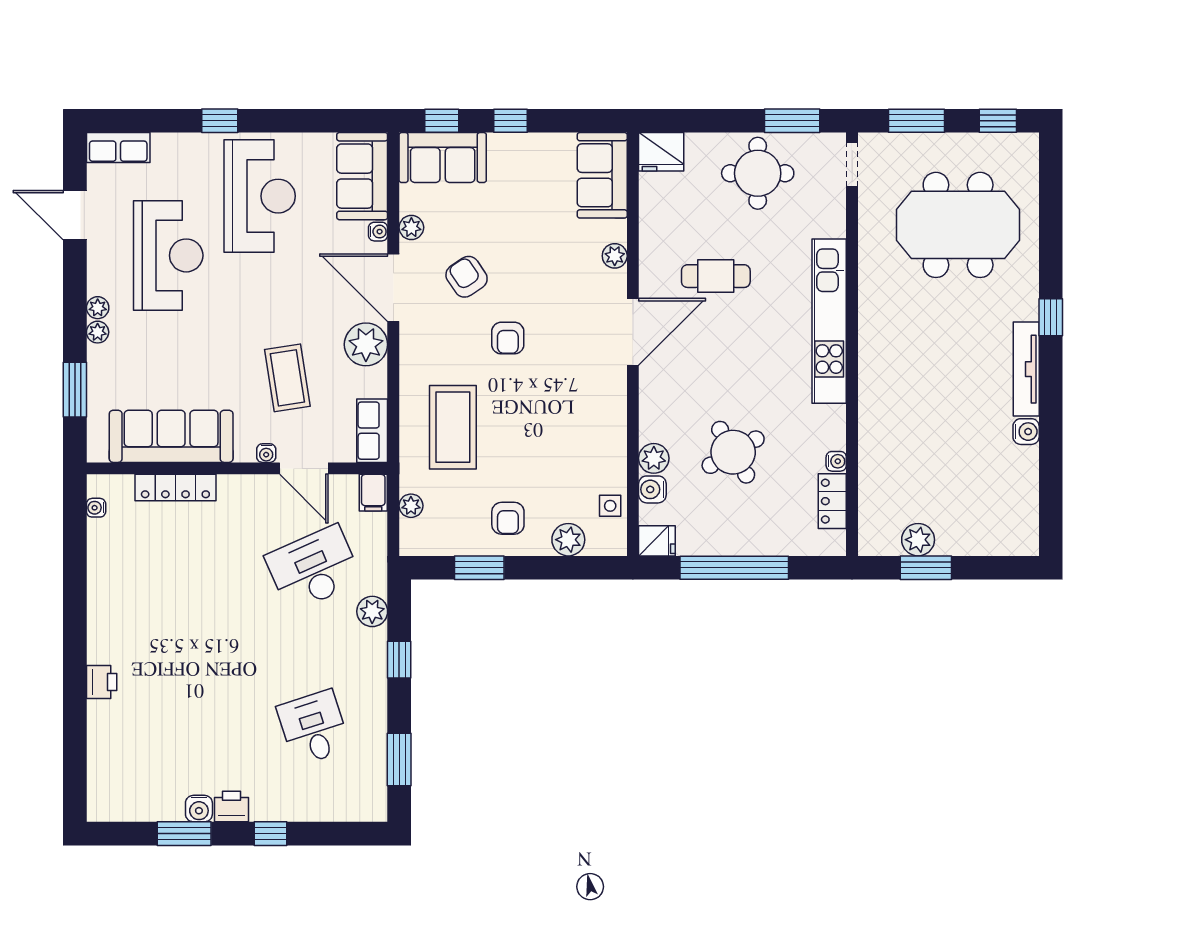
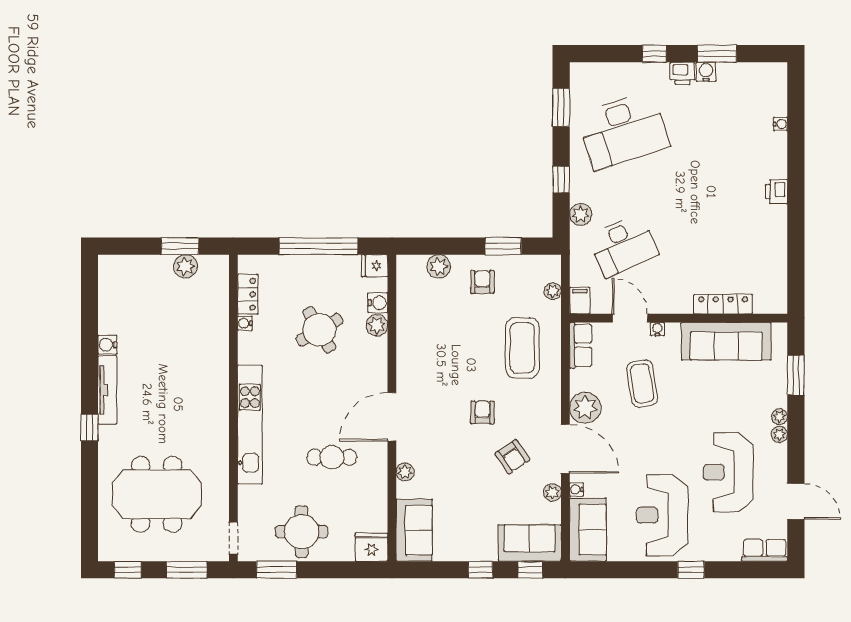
side table: (610, 506) -> (408, 291), removed
water cooler: (96, 508) -> (781, 124), moved
printer: (102, 682) -> (776, 192), moved
desk: (314, 728) -> (623, 130), width x1.87, depth x1.30

